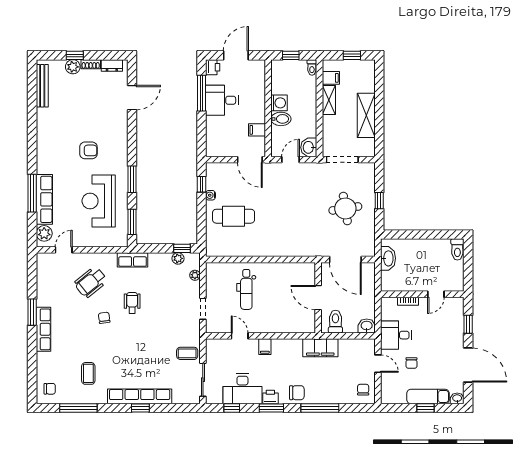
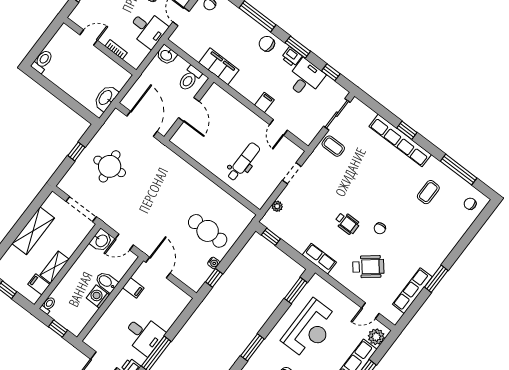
window: (132, 179) -> (252, 347), moved
plant: (178, 258) -> (281, 231), removed
wheelchair: (132, 303) -> (347, 223), turned -90
row of seats: (43, 329) -> (412, 291), moved
desk: (242, 389) -> (305, 78), width x0.73

